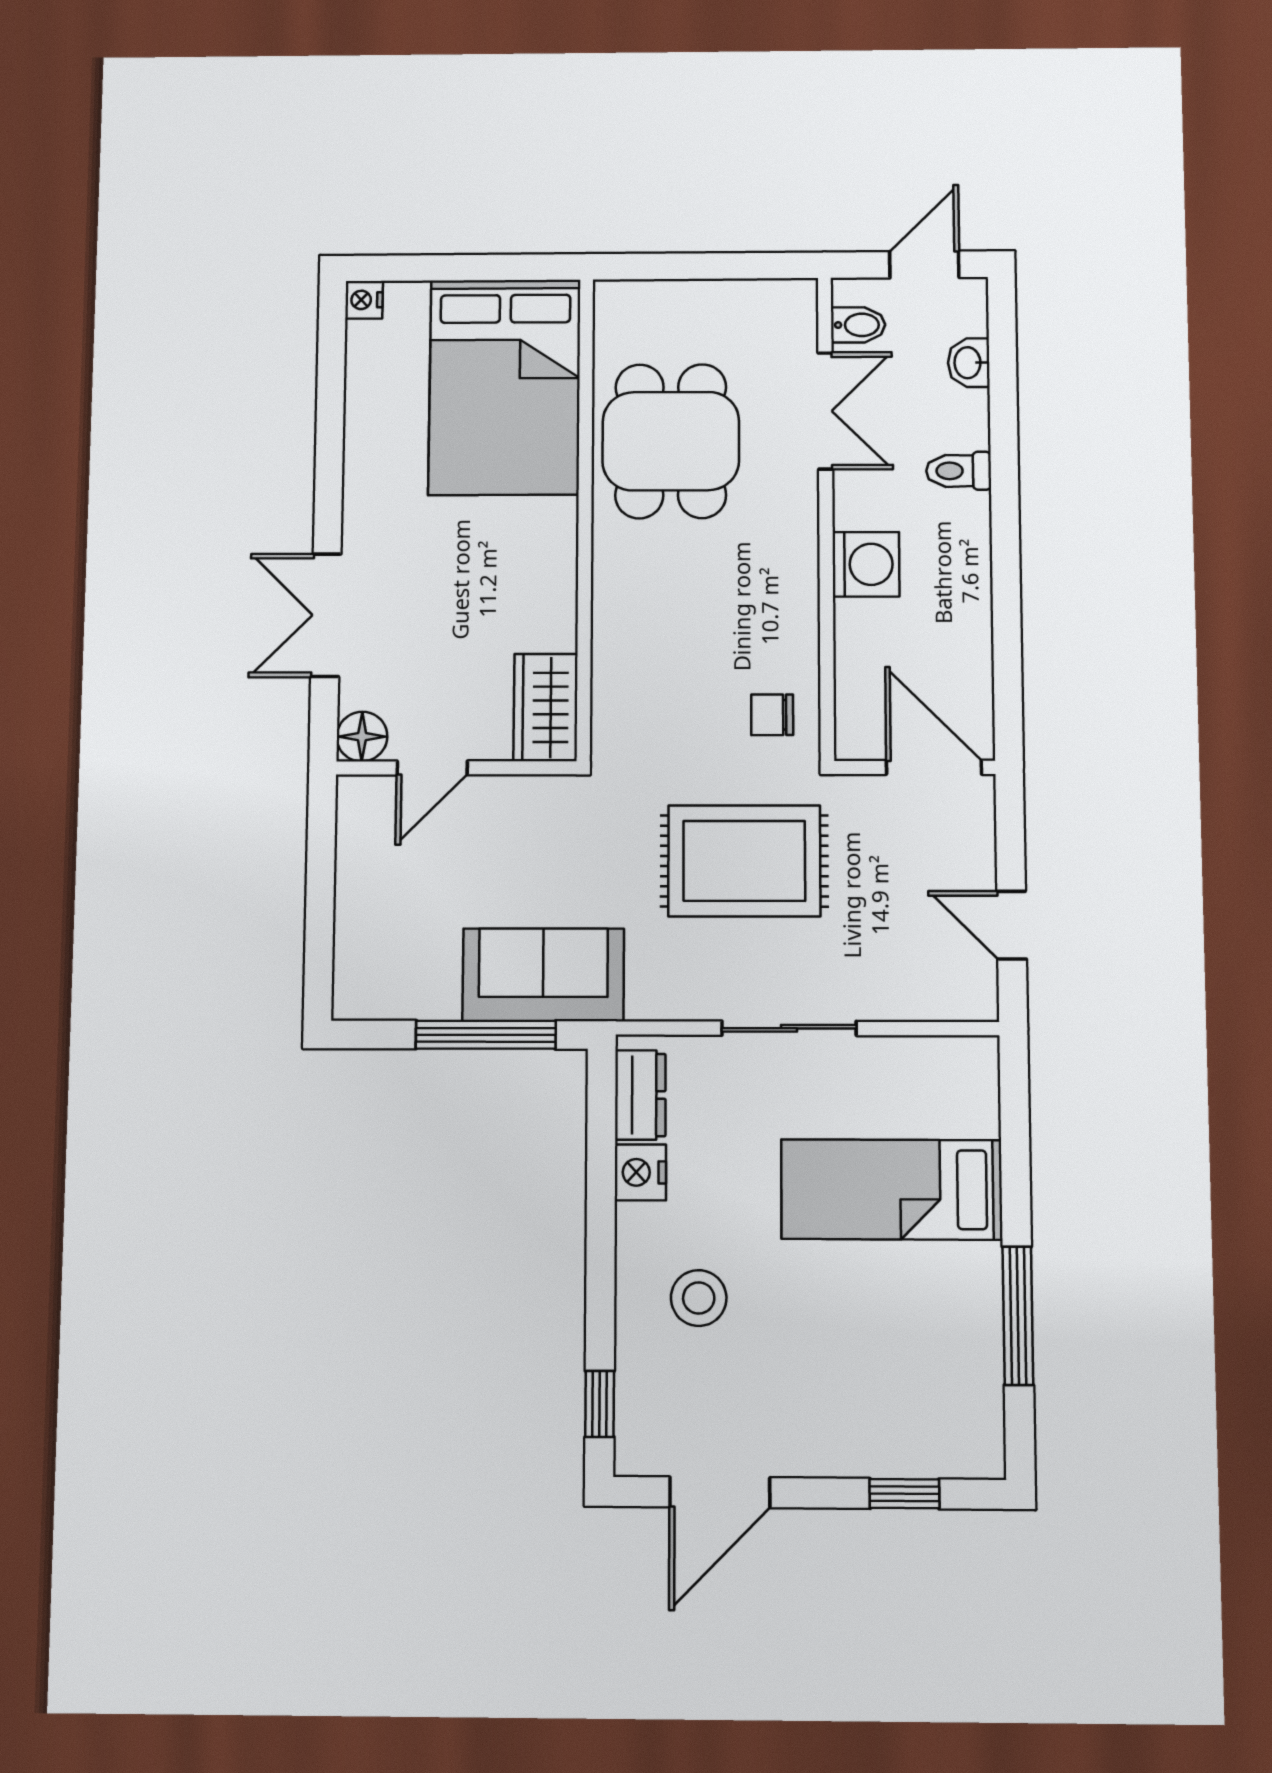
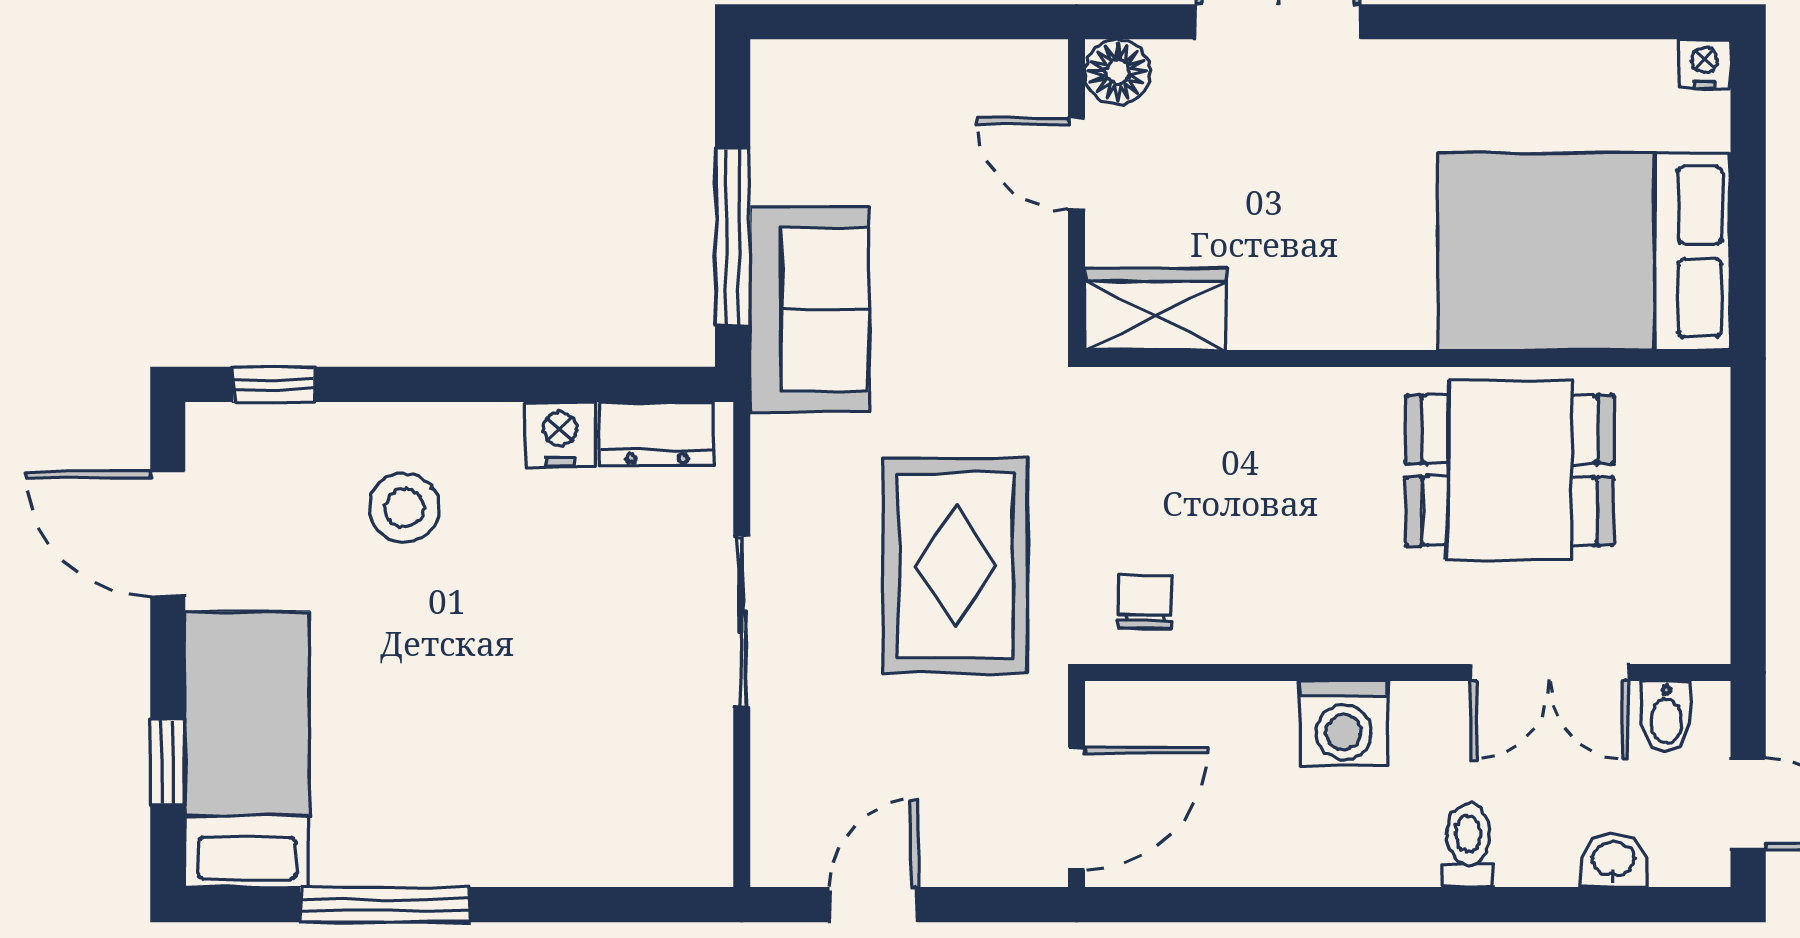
bed: (892, 1189) -> (247, 749), moved

